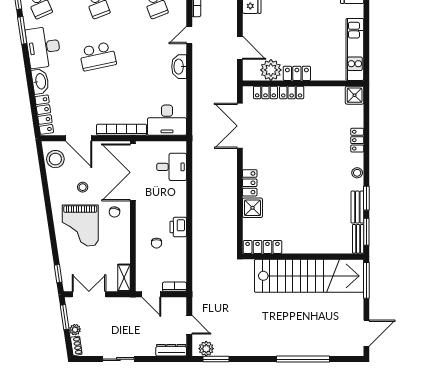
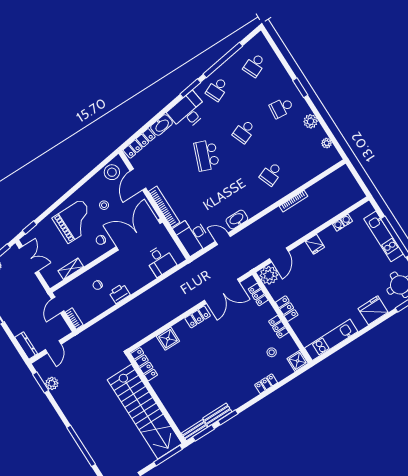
door: (189, 35) -> (223, 239), moved
school desk: (98, 56) -> (207, 155), turned 33
plant: (271, 70) -> (269, 275), moved
locker: (292, 92) -> (279, 327), moved
double door: (240, 126) -> (222, 291), swing flipped
stool: (357, 173) -> (272, 352), moved
locker: (250, 183) -> (198, 317), moved
grand piano: (80, 226) -> (75, 221), turned 180
shelving: (124, 278) -> (71, 269), moved
plant: (206, 349) -> (52, 383), moved

